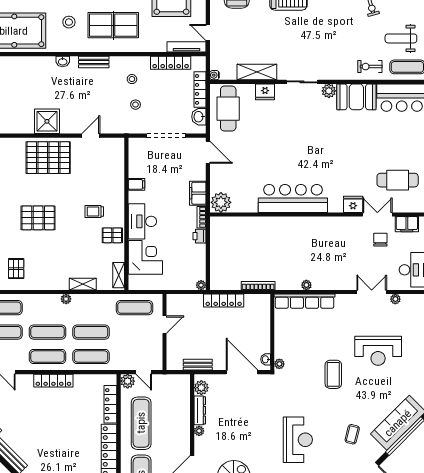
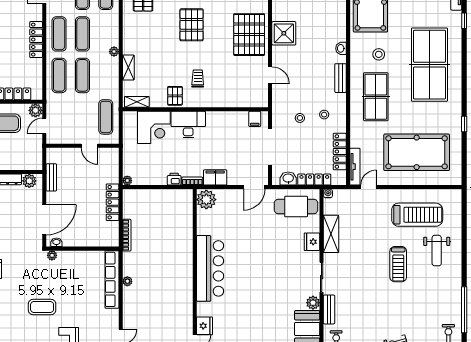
bench: (336, 74) -> (329, 309), added
filing cabinet: (136, 184) -> (255, 119), moved

